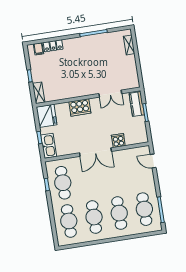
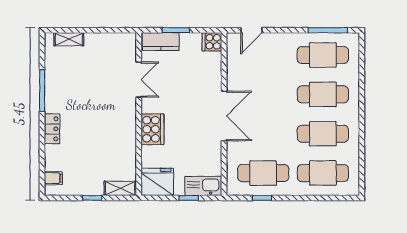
locker: (53, 46) -> (52, 129), moved
cooker: (118, 140) -> (212, 42), moved

